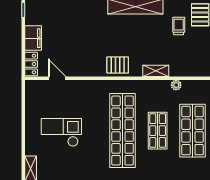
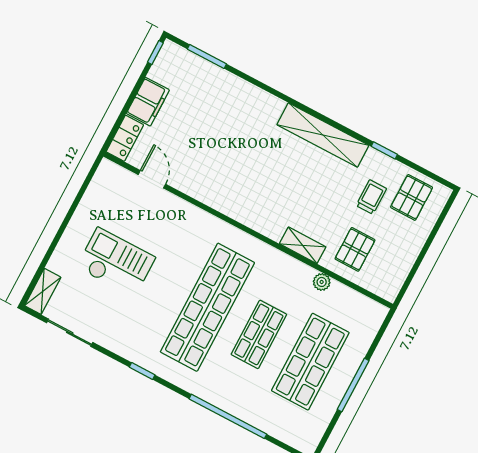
pallet: (118, 65) -> (355, 249), moved, turned 90

